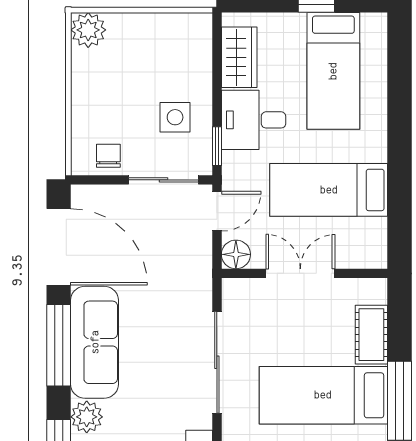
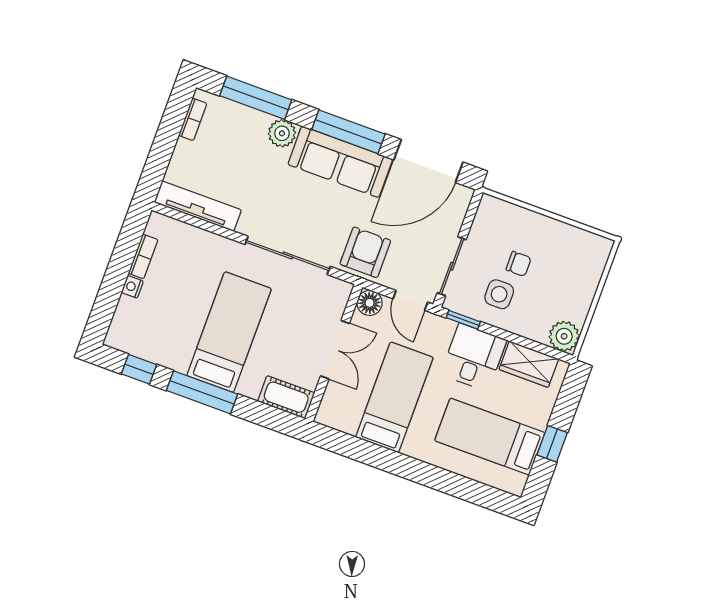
plant: (88, 30) -> (564, 336), moved
chair: (108, 156) -> (519, 264), moved
armchair: (183, 279) -> (365, 252), added
cot: (371, 335) -> (286, 397), moved

